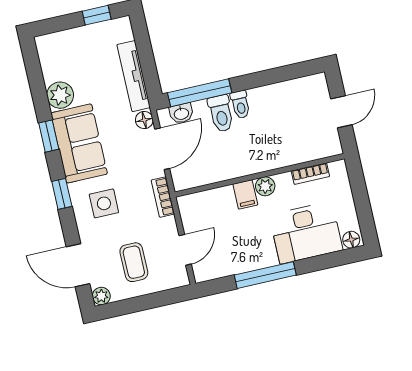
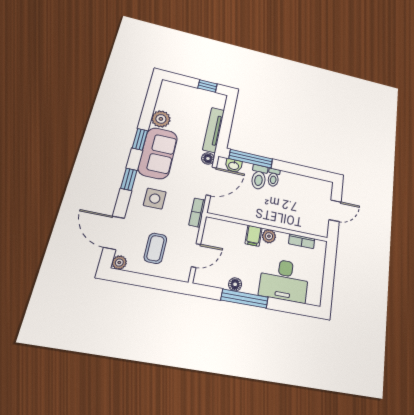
floor lamp: (351, 240) -> (235, 284), moved

